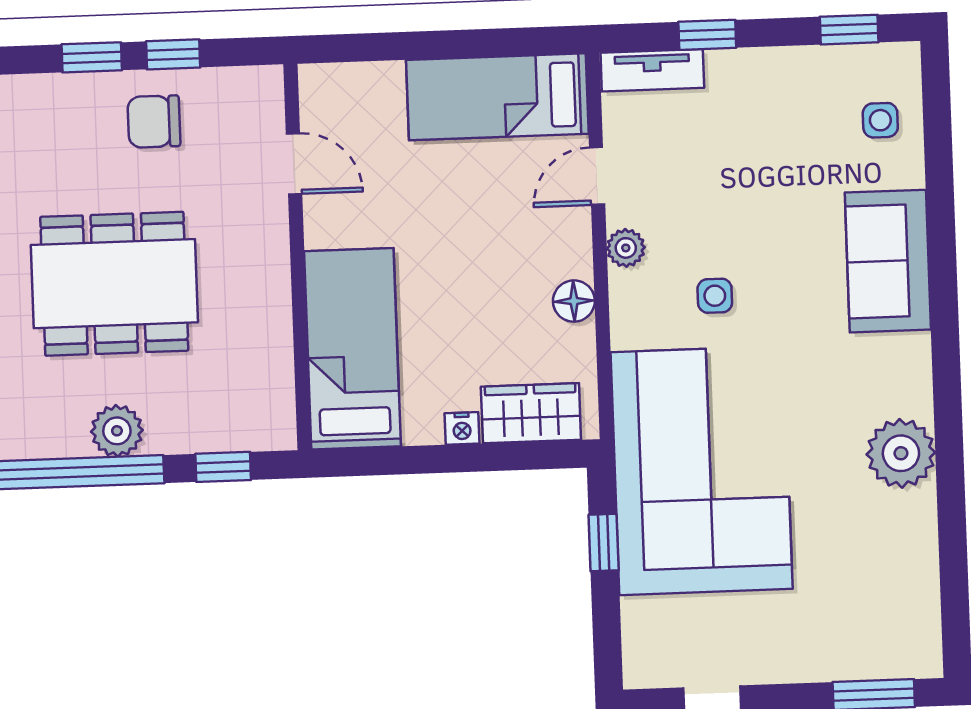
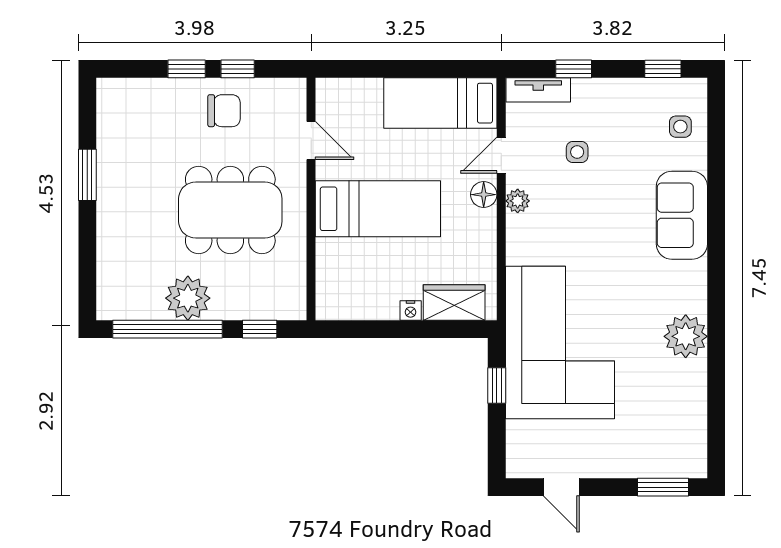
chair: (154, 122) -> (224, 111), turned 180
dining table: (114, 284) -> (230, 210), moved
side table: (715, 296) -> (577, 152), moved
floor lamp: (574, 301) -> (484, 195), moved
bed: (352, 349) -> (378, 209), moved, turned 90
plant: (117, 431) -> (188, 298), width x1.36, depth x1.36

